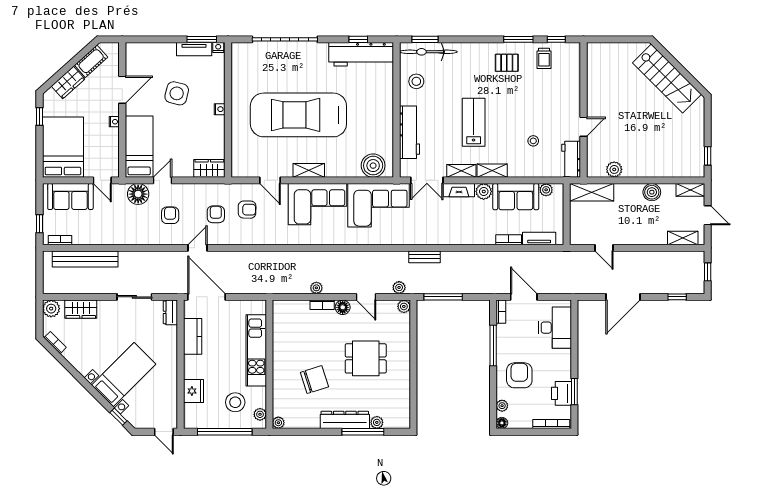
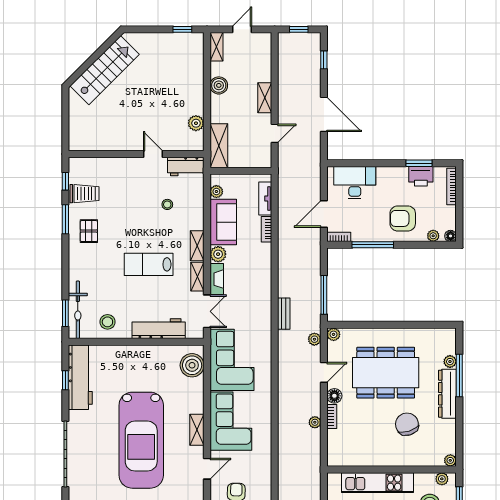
trolley: (544, 58) -> (84, 194), width x1.36, depth x1.39
shelving: (683, 238) -> (265, 98), moved
dining table: (366, 358) -> (386, 373), width x1.88, depth x1.24

